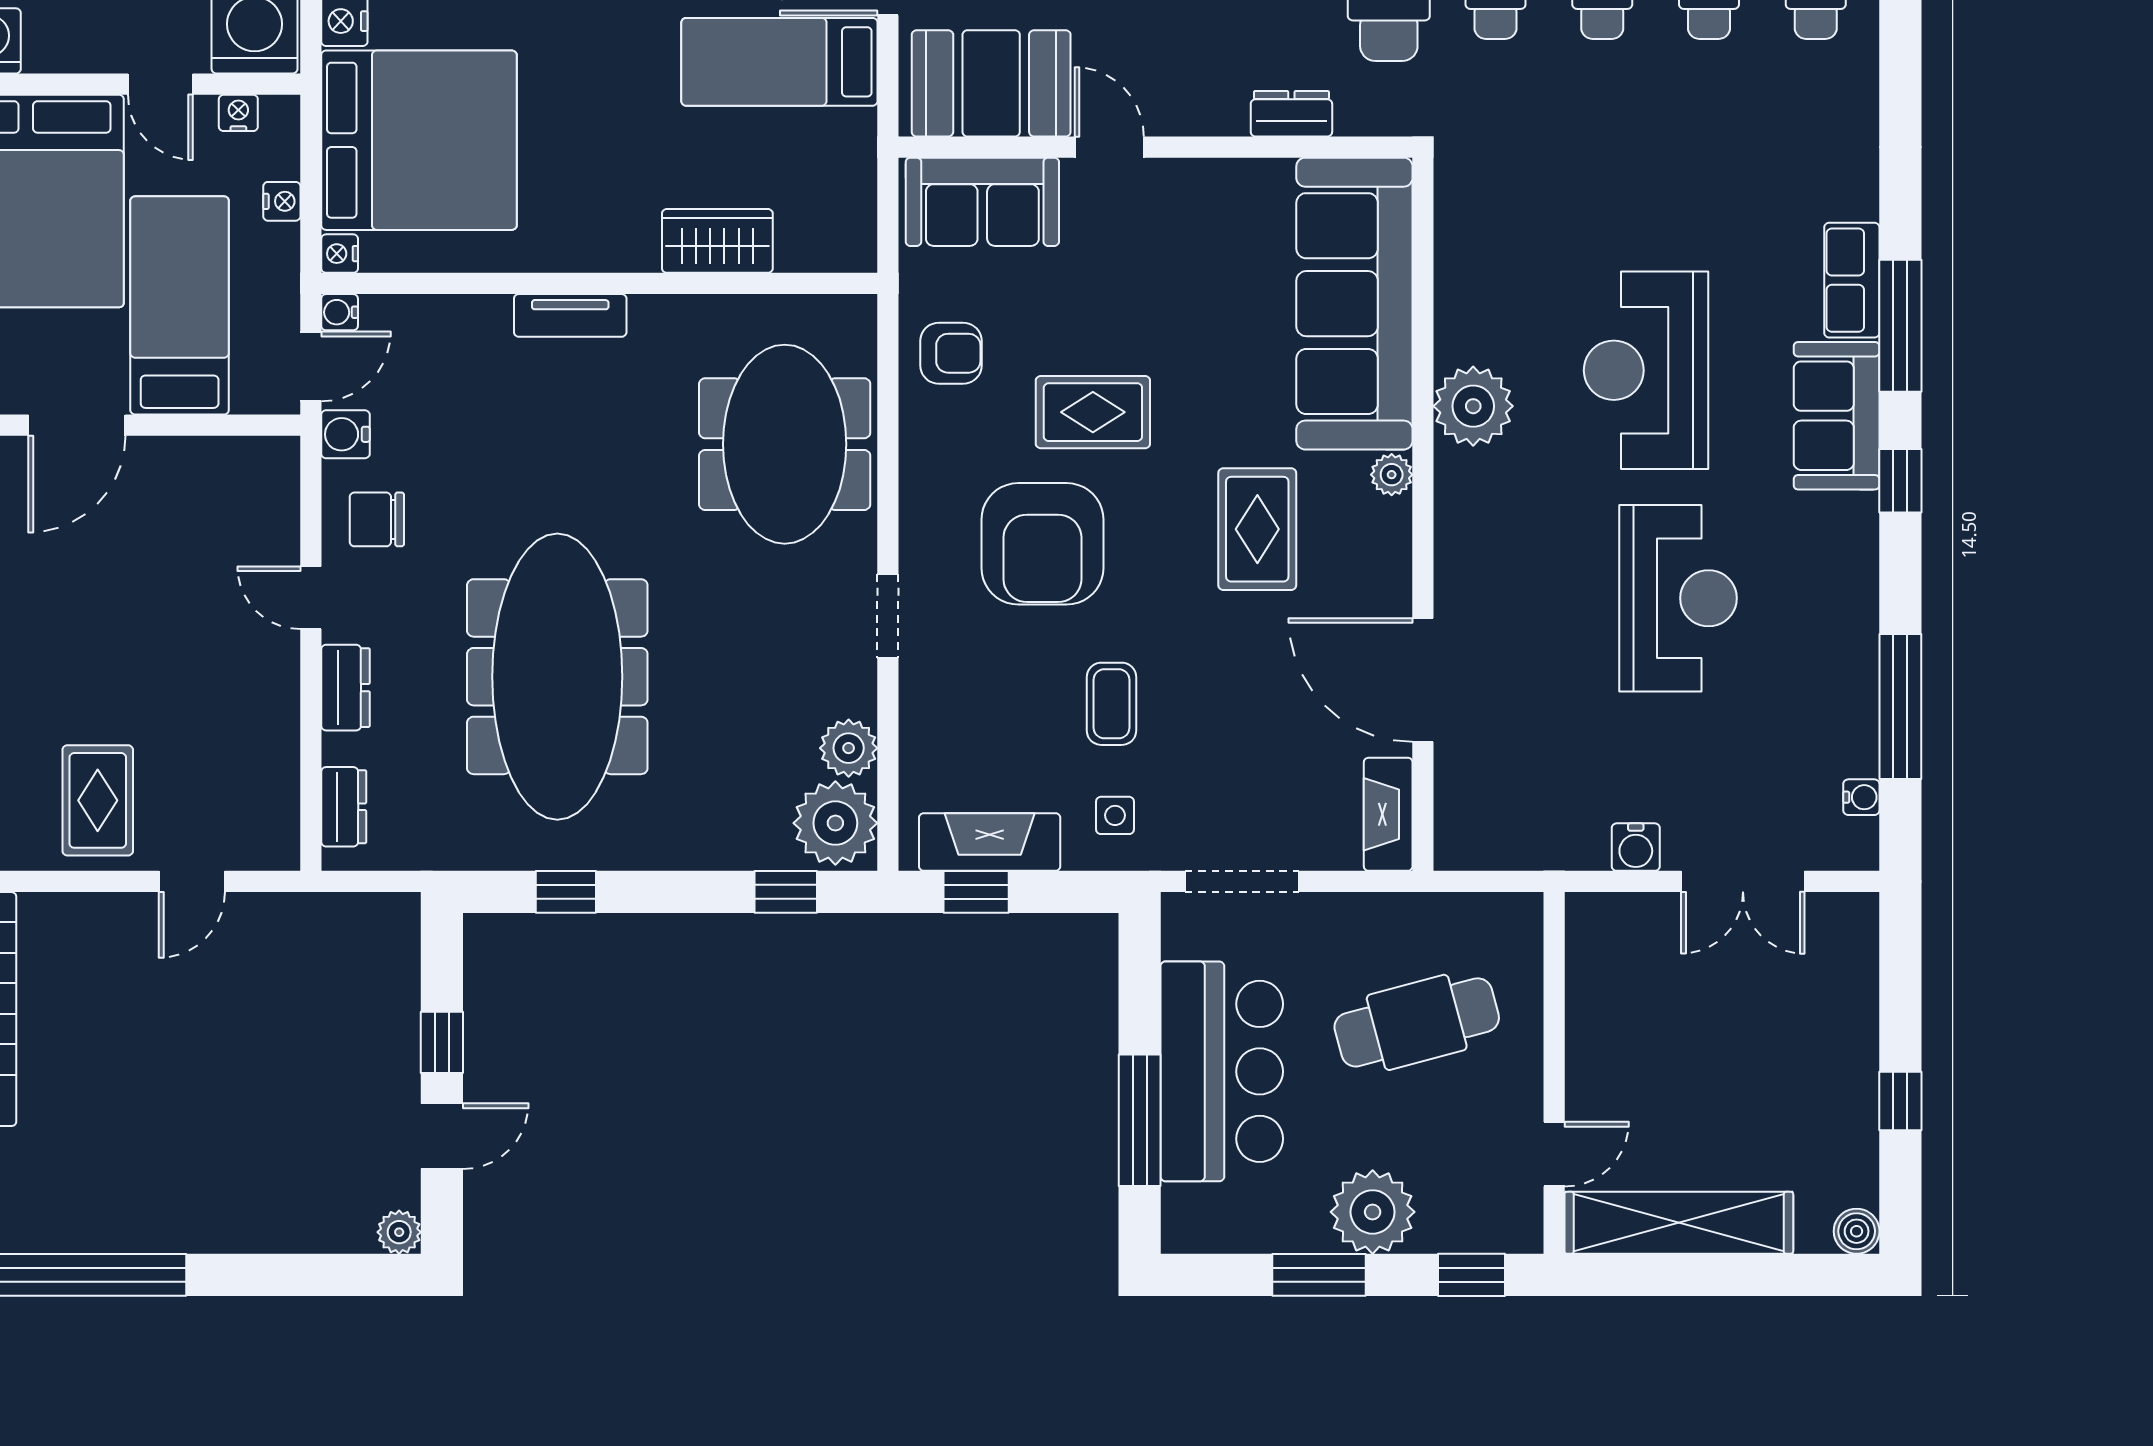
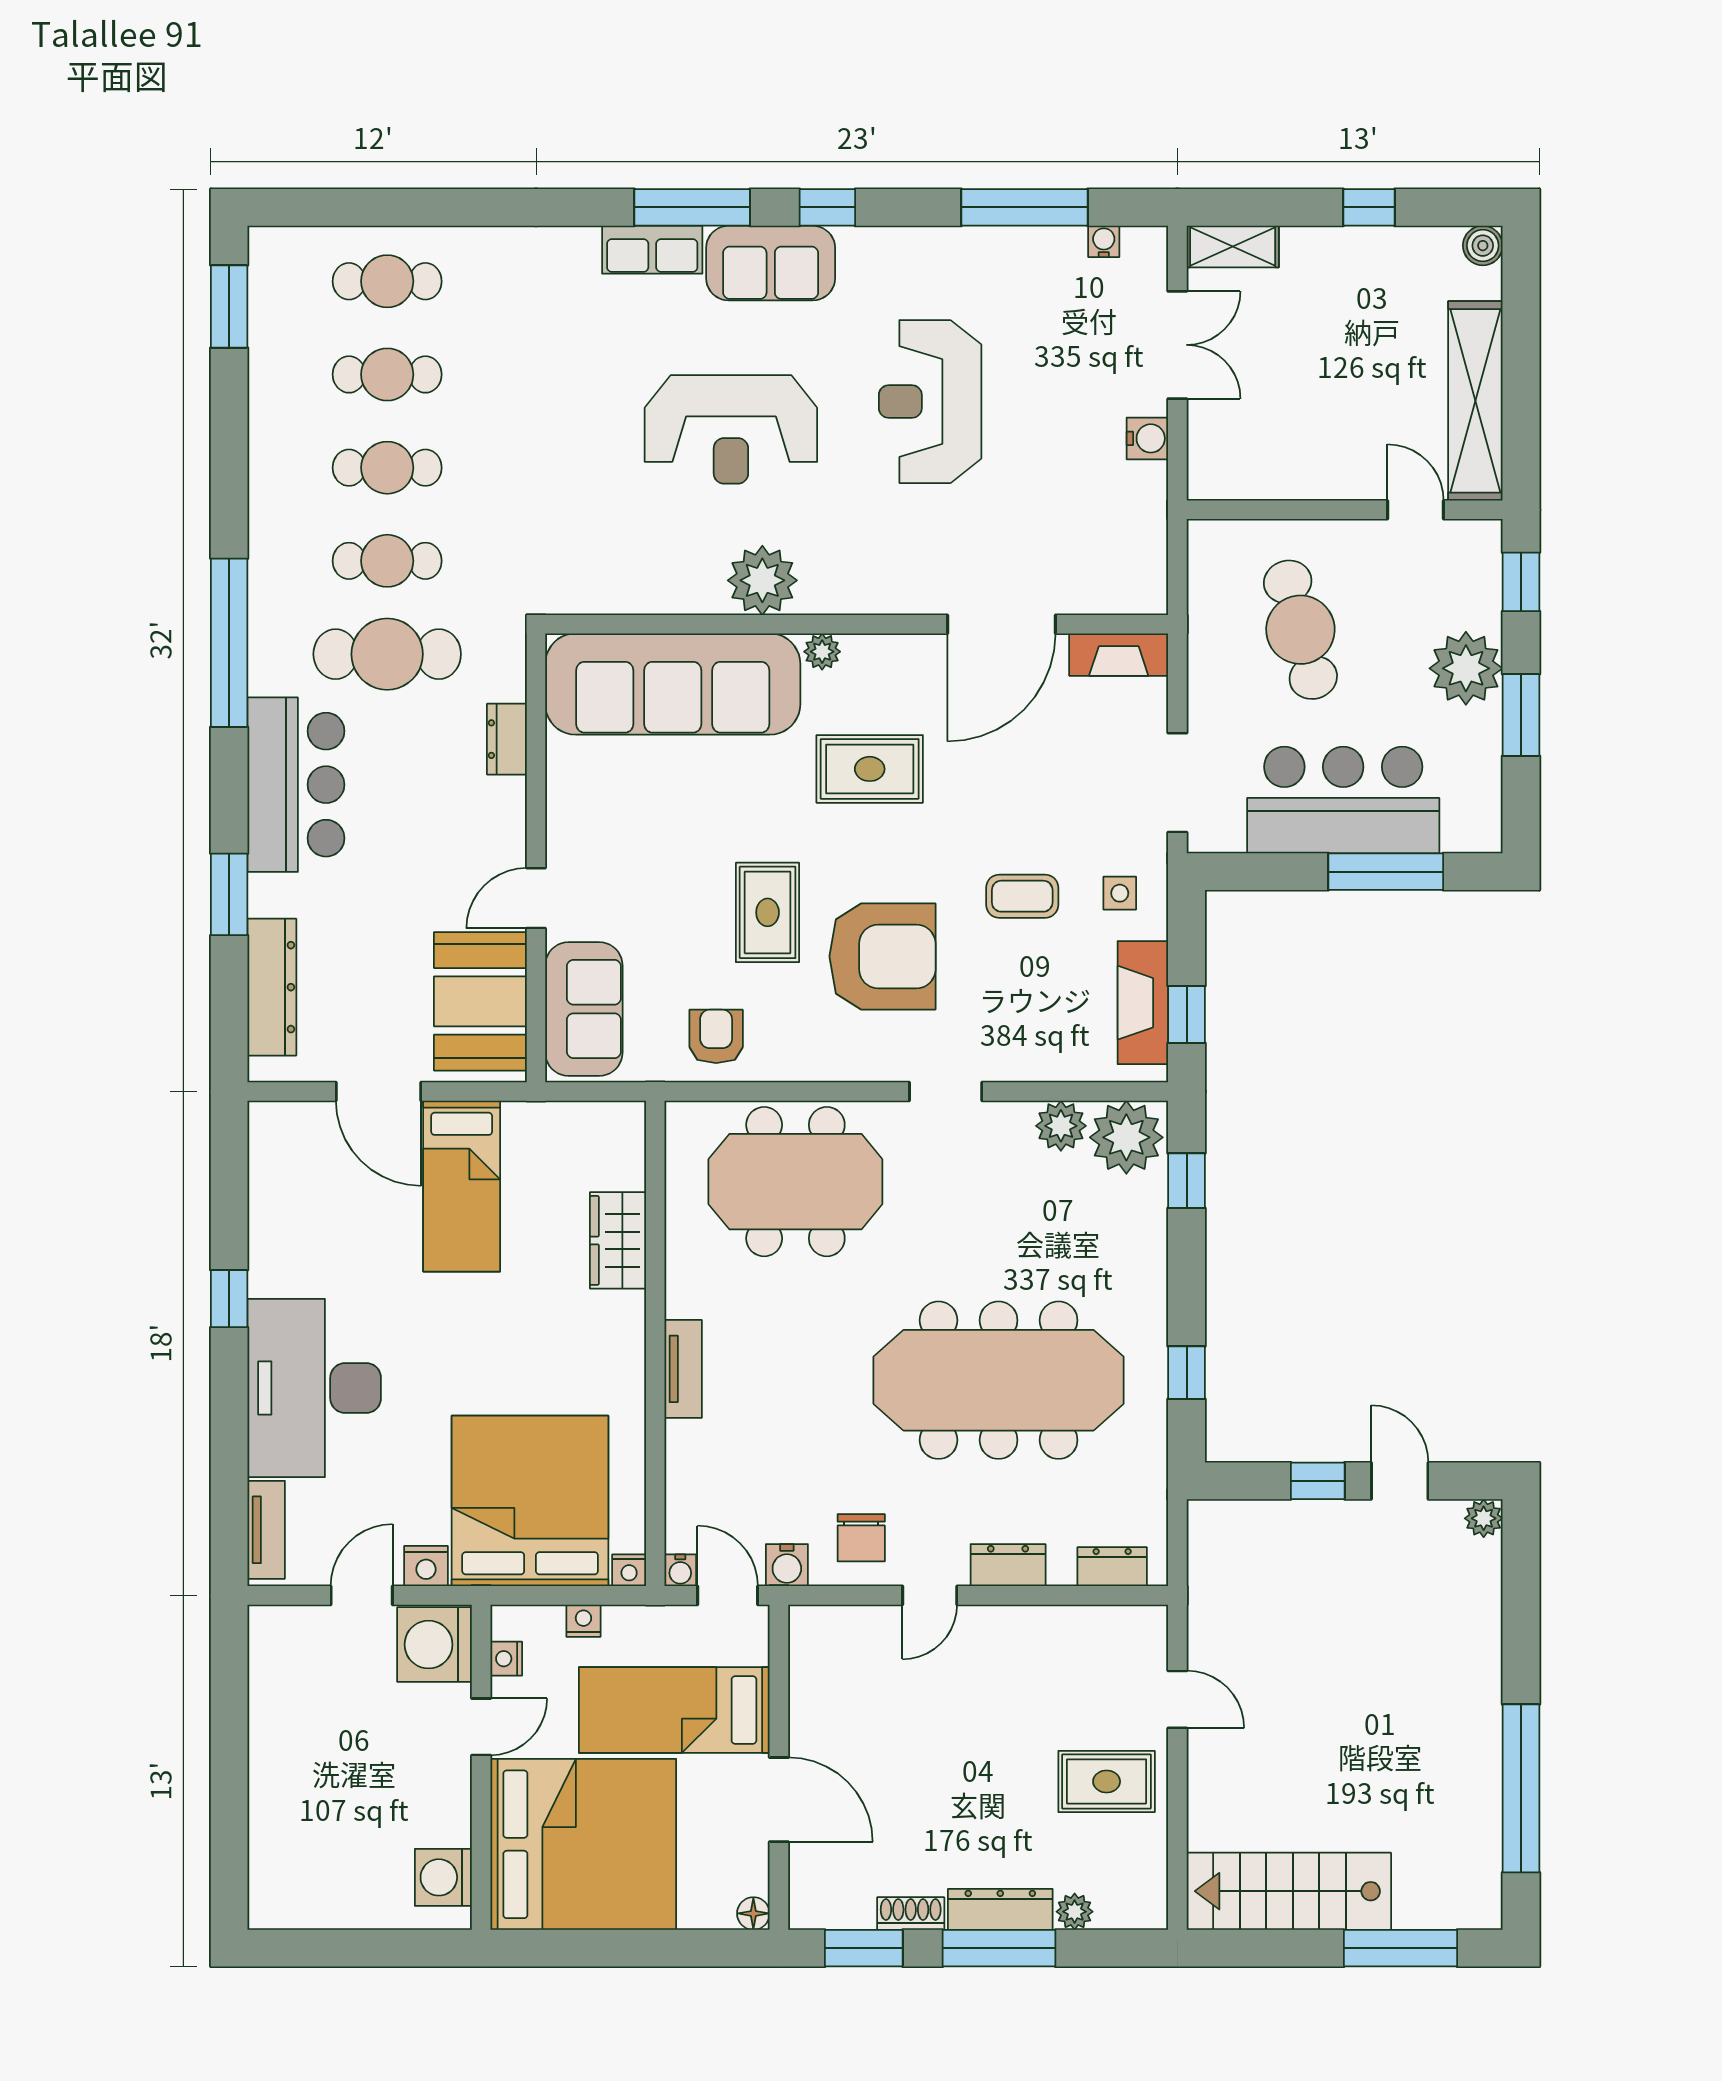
reception desk: (1678, 598) -> (930, 402), turned -90
shelving: (1855, 945) -> (1233, 247), added

